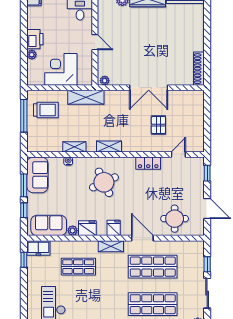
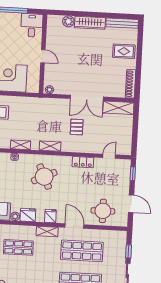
rug: (189, 31) -> (124, 51), added
shelving: (86, 97) -> (118, 108), moved
pallet: (158, 125) -> (77, 127), moved

